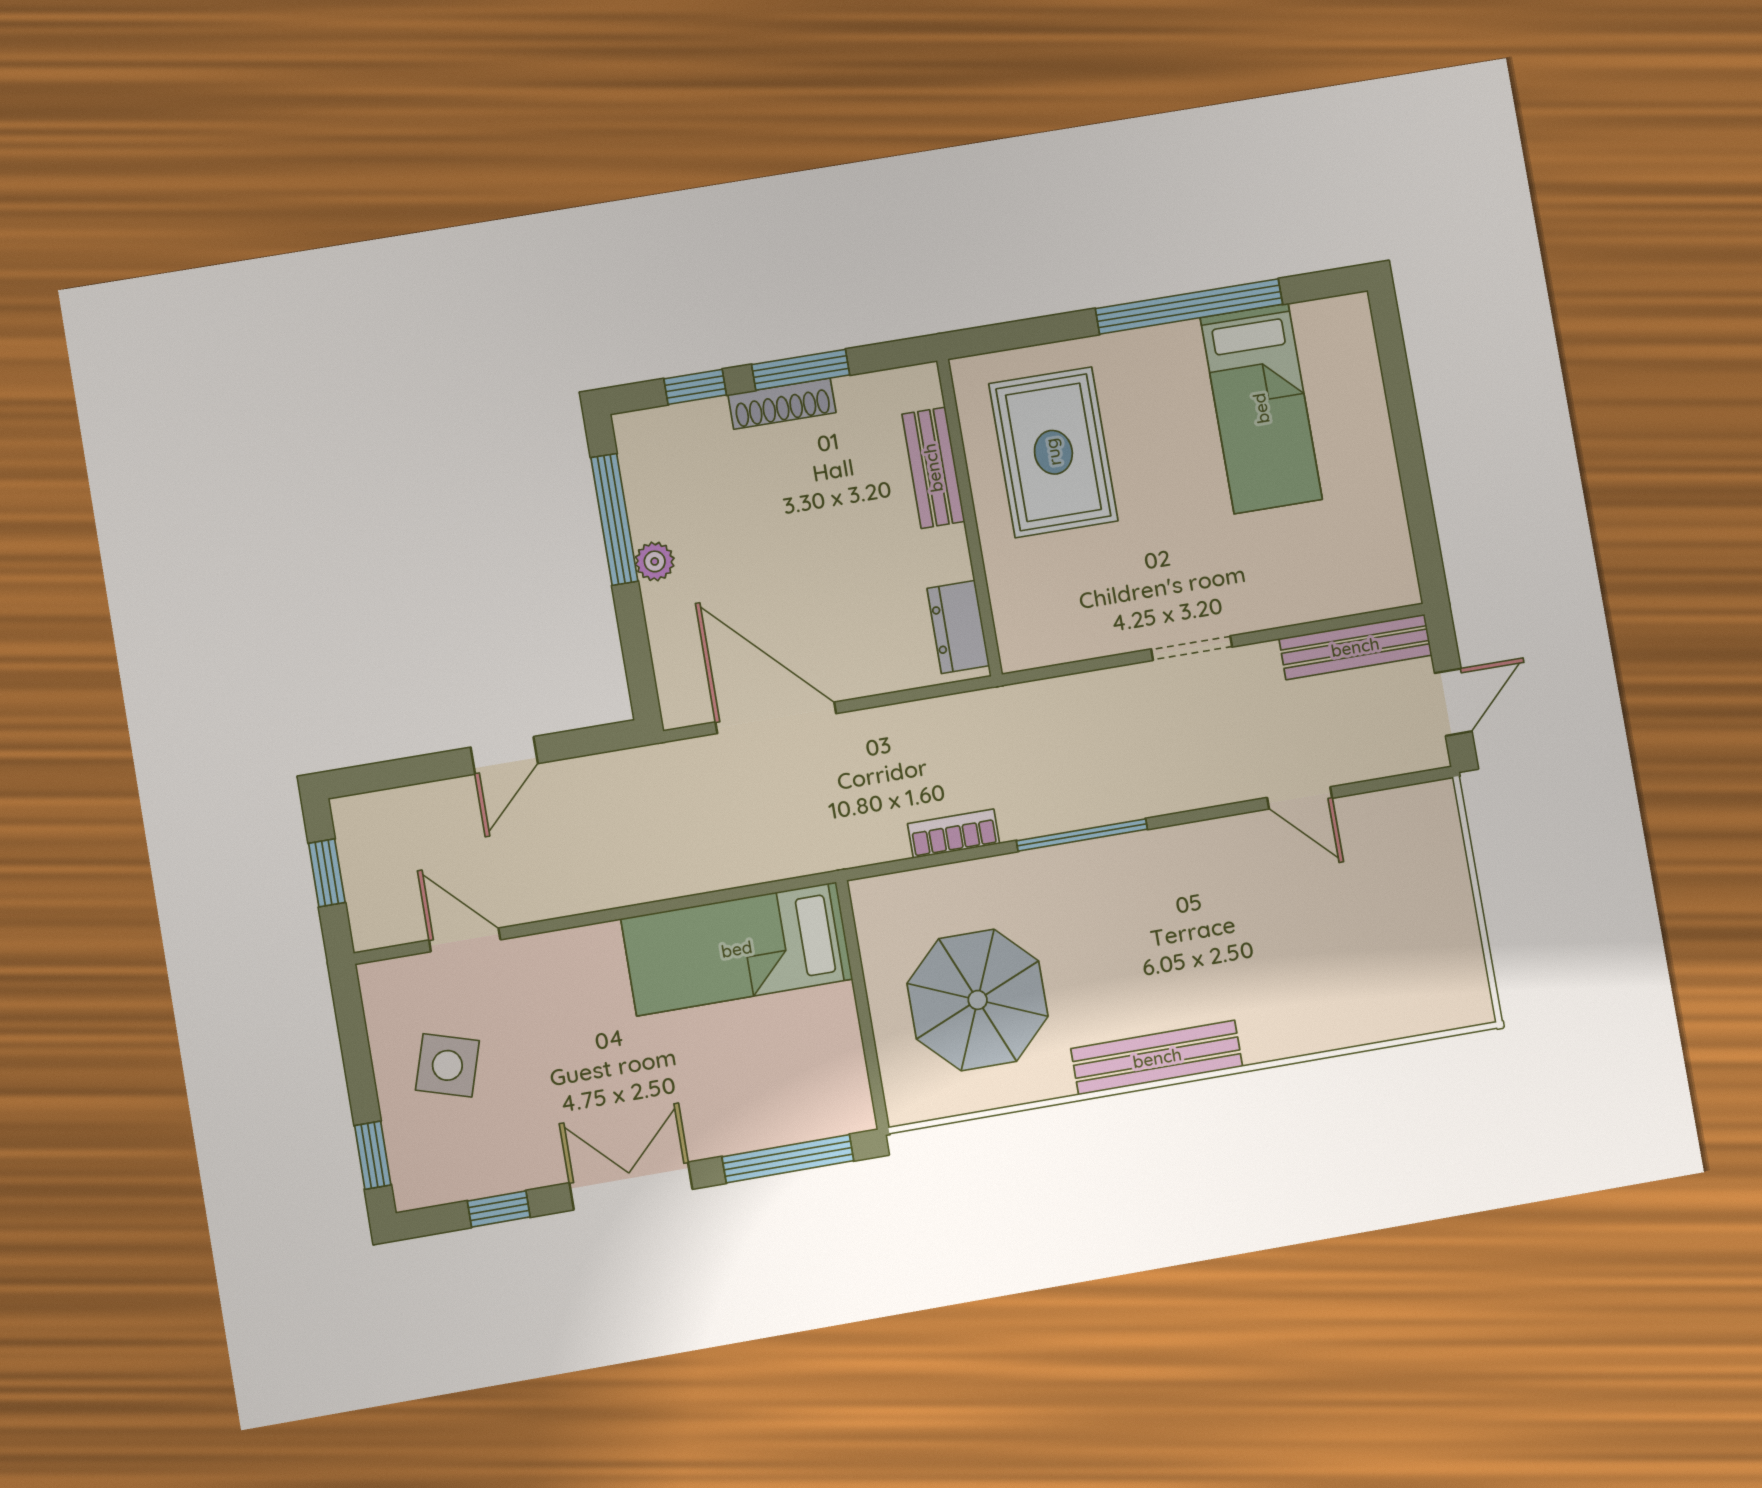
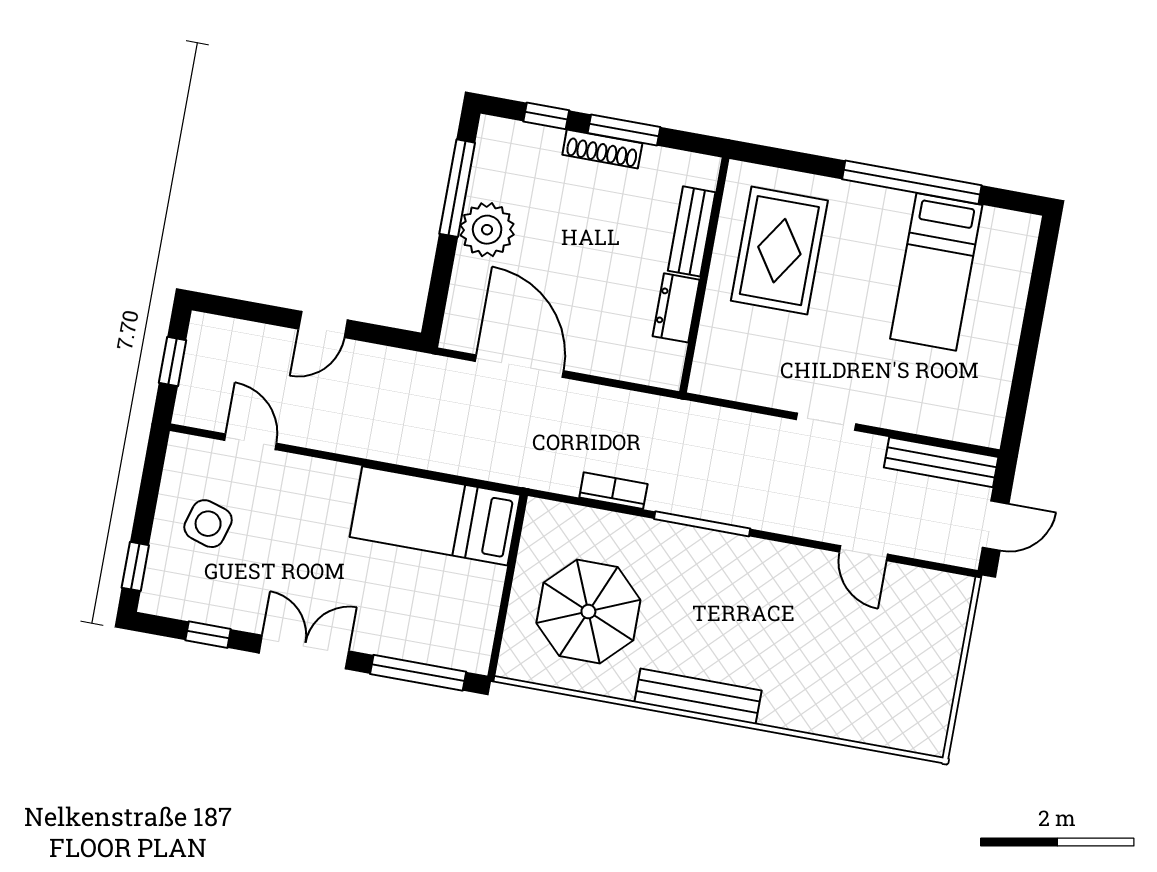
plant: (655, 561) -> (487, 230), width x1.88, depth x1.88
dresser: (958, 627) -> (676, 308), moved

